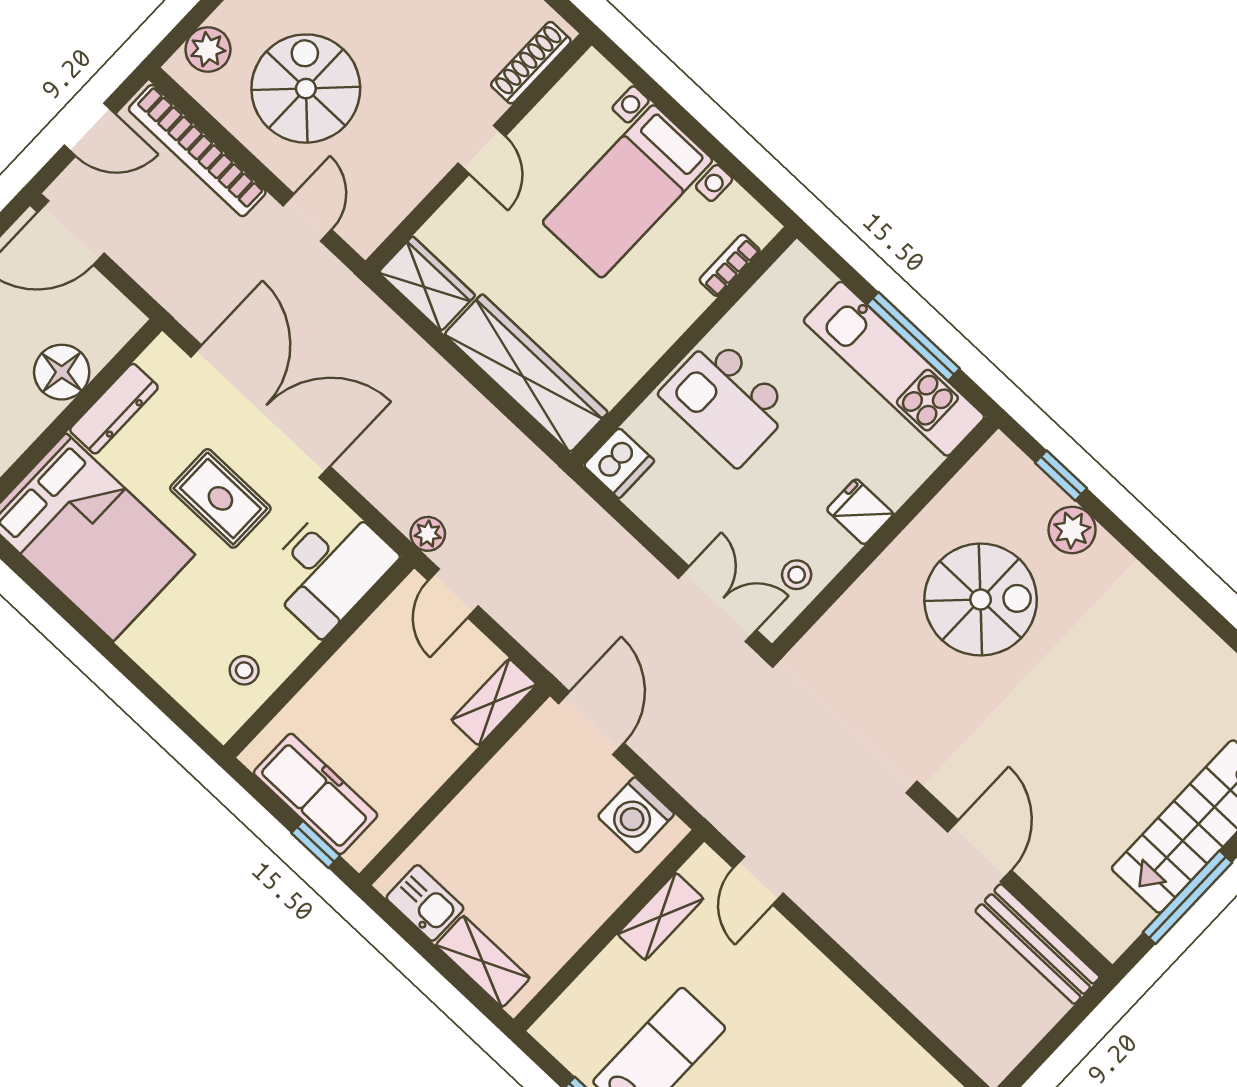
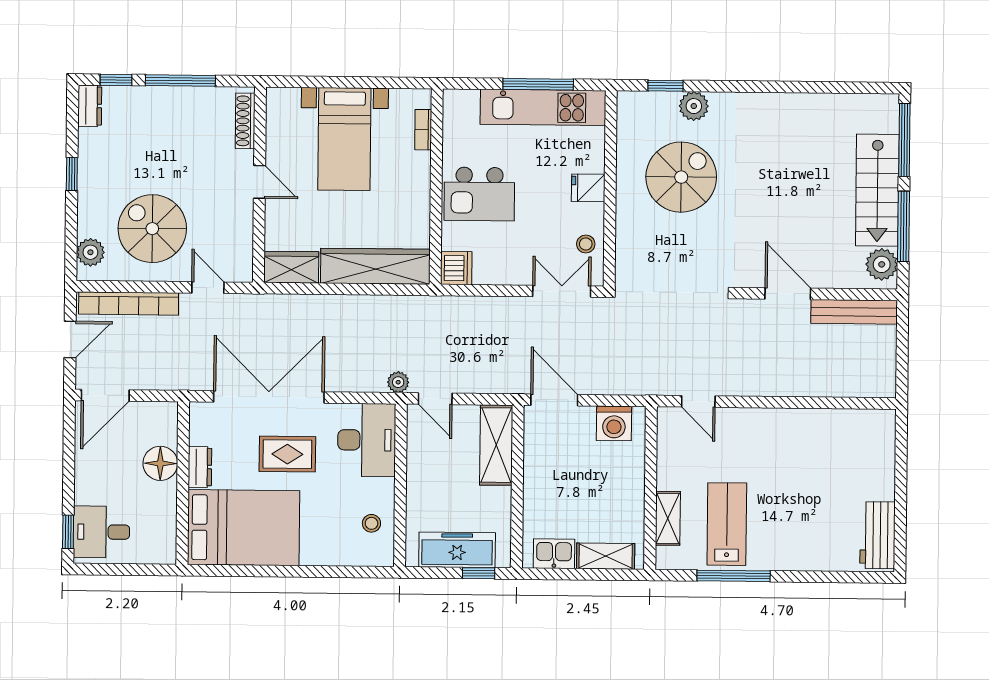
dresser: (114, 409) -> (200, 467), width x0.70
shelving: (494, 702) -> (496, 445), width x1.50, depth x1.33
shelving: (661, 916) -> (668, 518), moved
plant: (1121, 918) -> (882, 264), added

